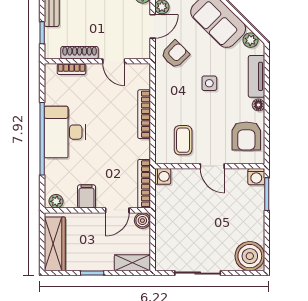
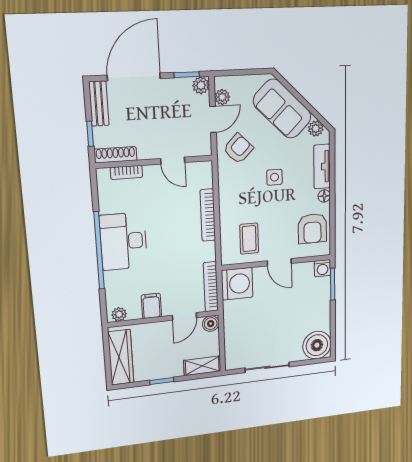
shoe rack: (80, 53) -> (116, 155), moved
washing machine: (163, 176) -> (237, 284), width x1.89, depth x1.89

